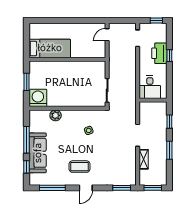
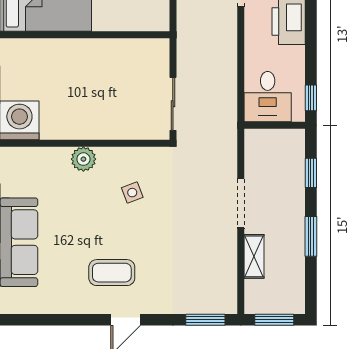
window: (169, 56) -> (311, 98), moved
plant: (56, 115) -> (83, 159), moved
window: (52, 188) -> (52, 320), removed

